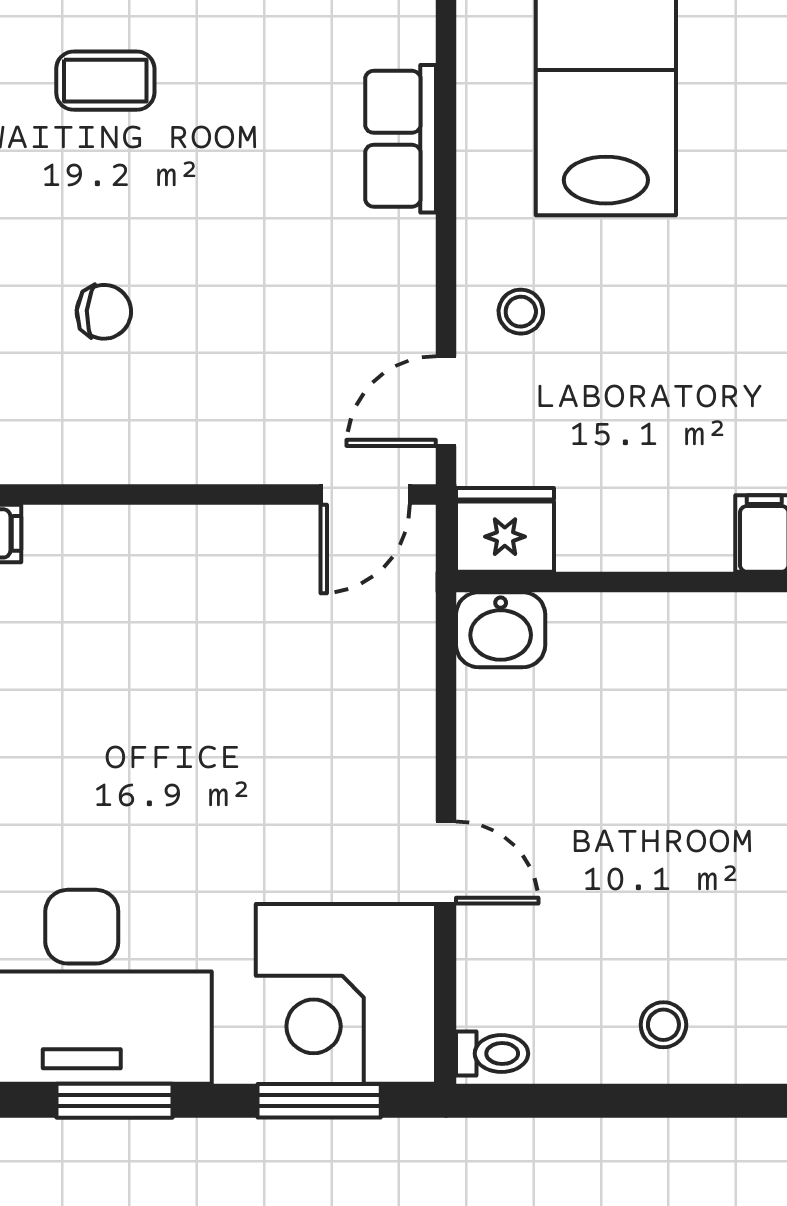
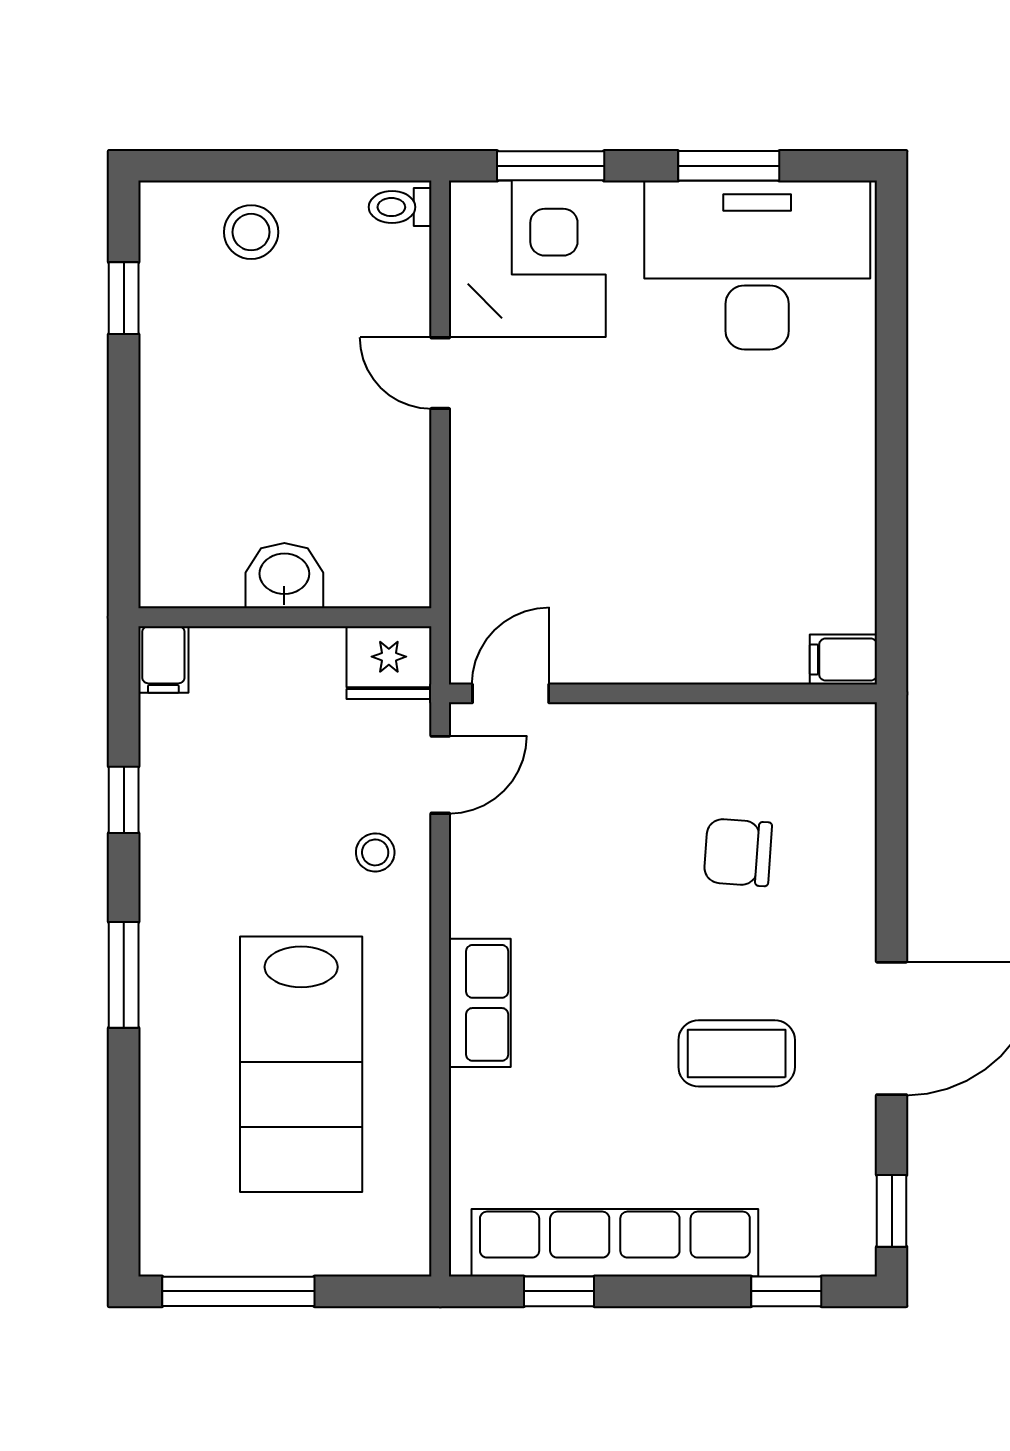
coffee table: (105, 81) -> (737, 1053), width x1.36, depth x1.30
chair: (104, 312) -> (738, 852), width x1.37, depth x1.37
washbasin: (501, 630) -> (284, 576), moved
stool: (663, 1025) -> (251, 232), width x1.37, depth x1.37

